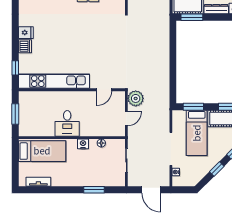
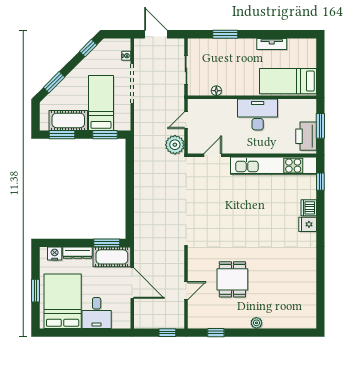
printer: (27, 106) -> (306, 136), added
desk: (67, 123) -> (258, 115), width x1.37
nightstand: (83, 144) -> (238, 90), removed
window: (217, 169) -> (88, 48), moved
tv unit: (38, 182) -> (272, 44), moved

